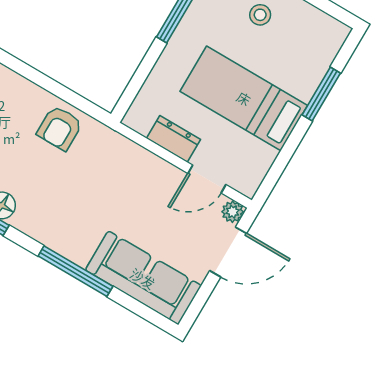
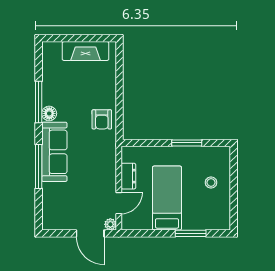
armchair: (60, 128) -> (102, 119), turned -90
door: (207, 179) -> (119, 203), swing flipped
sofa: (143, 278) -> (54, 152), moved

